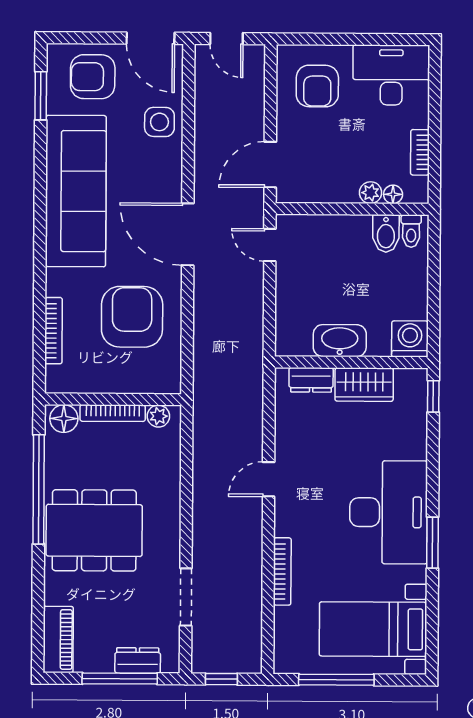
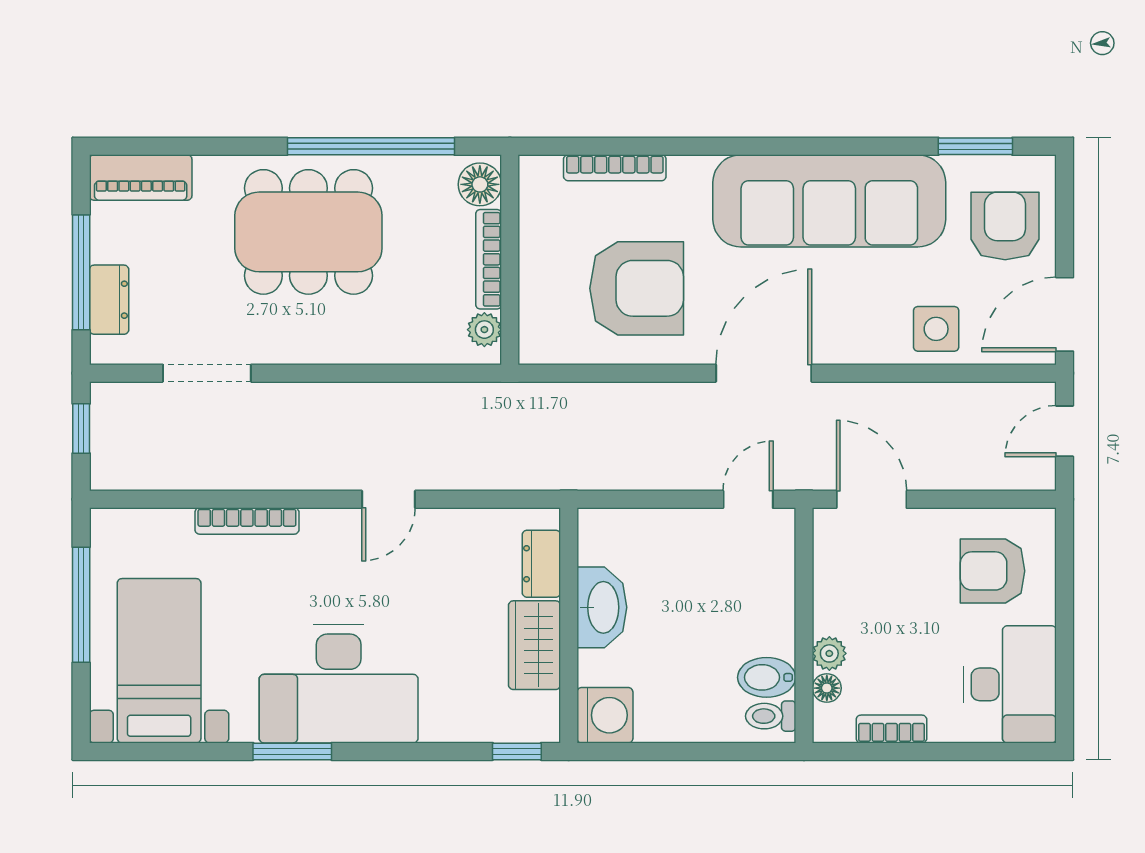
door: (269, 479) -> (388, 499), swing flipped
dining table: (94, 530) -> (308, 232), turned 90

